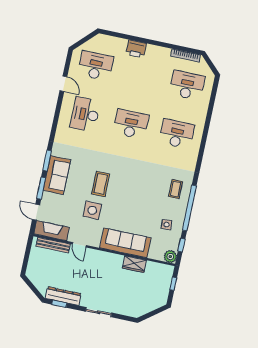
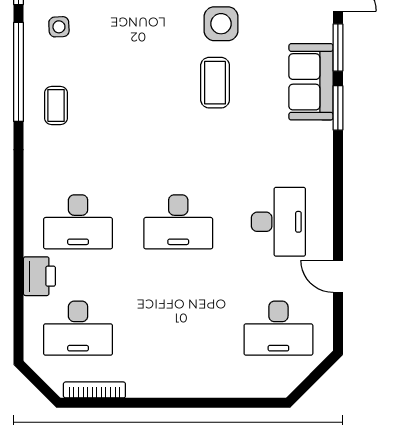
printer: (136, 49) -> (39, 276), moved, turned 90

